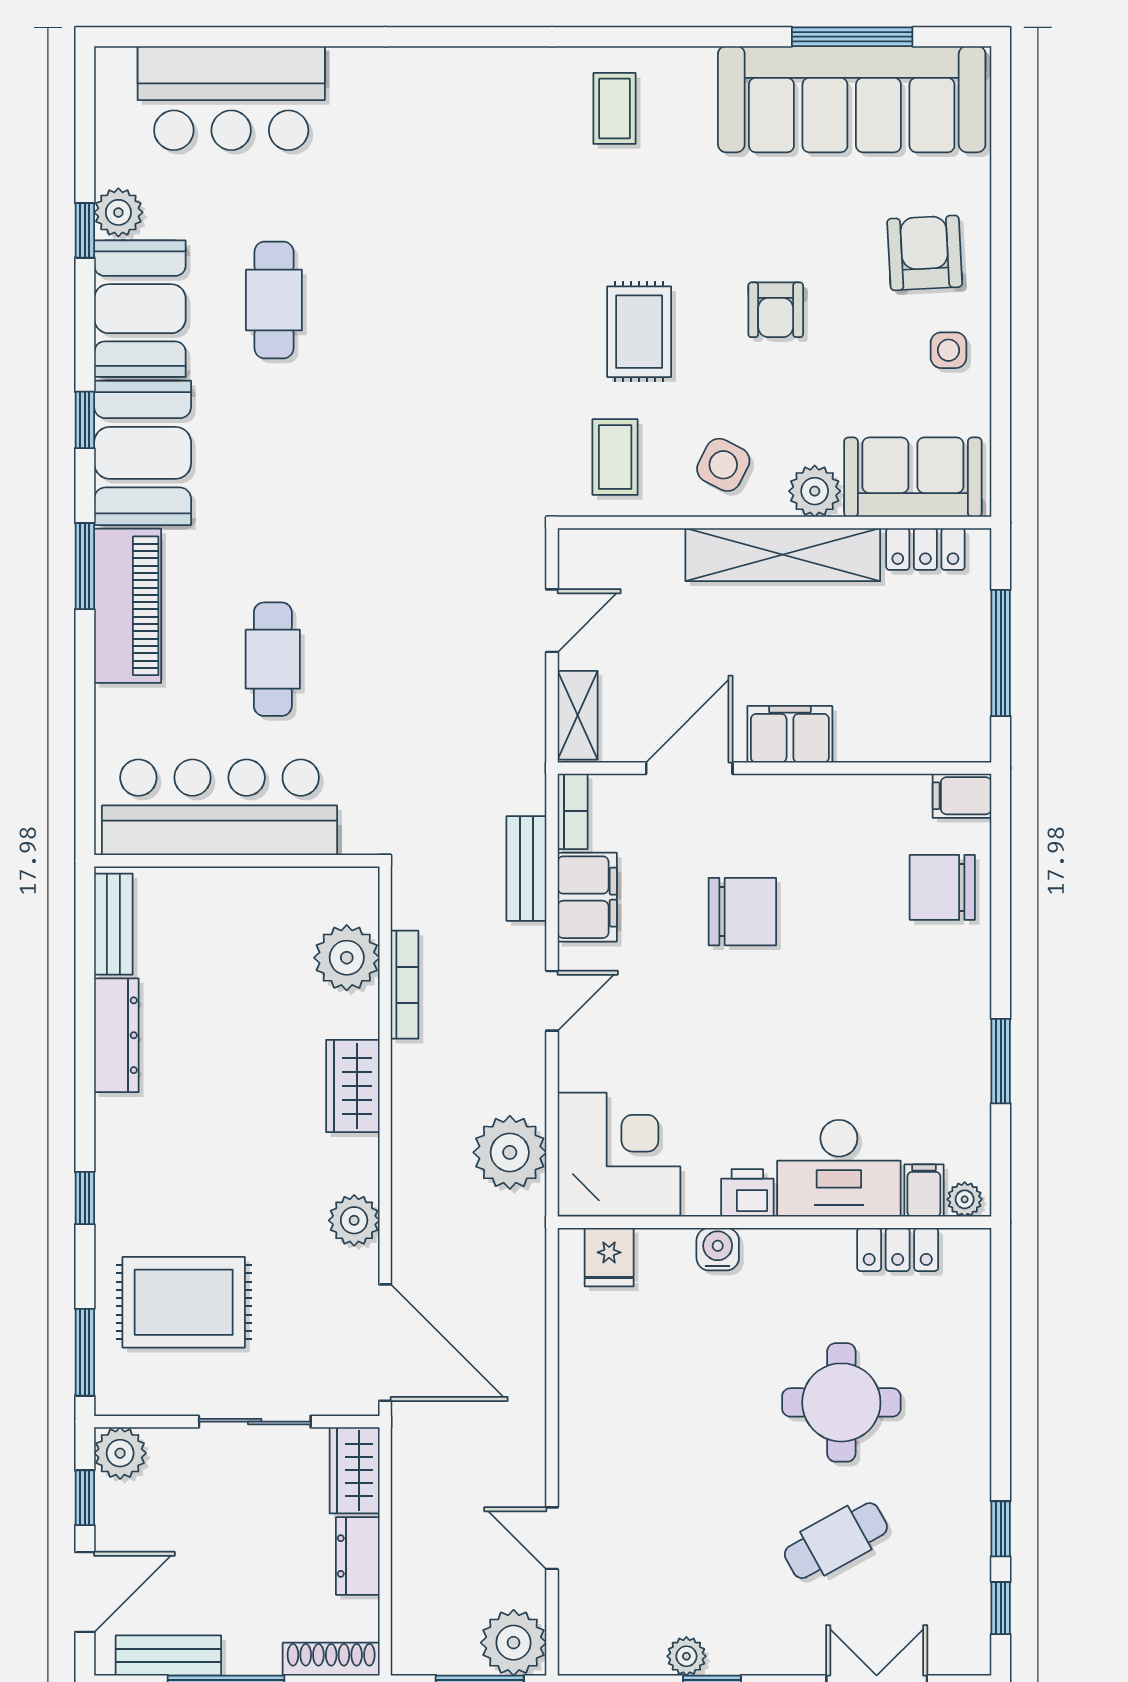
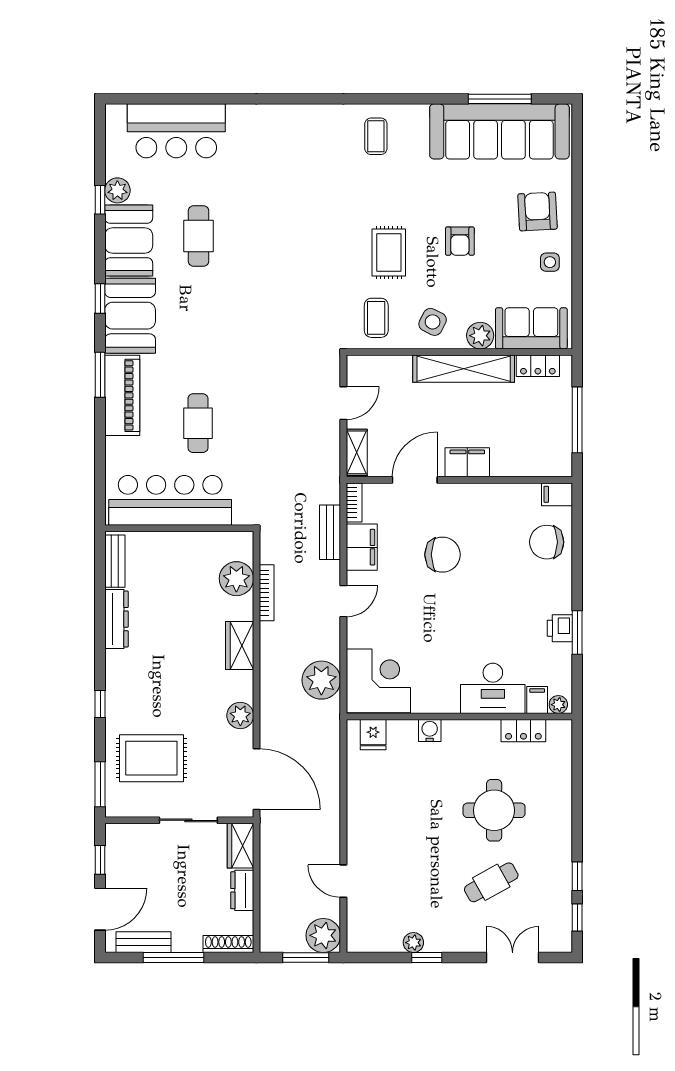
printer: (747, 1193) -> (560, 628), moved, turned -90
plant: (120, 1453) -> (118, 837), removed

